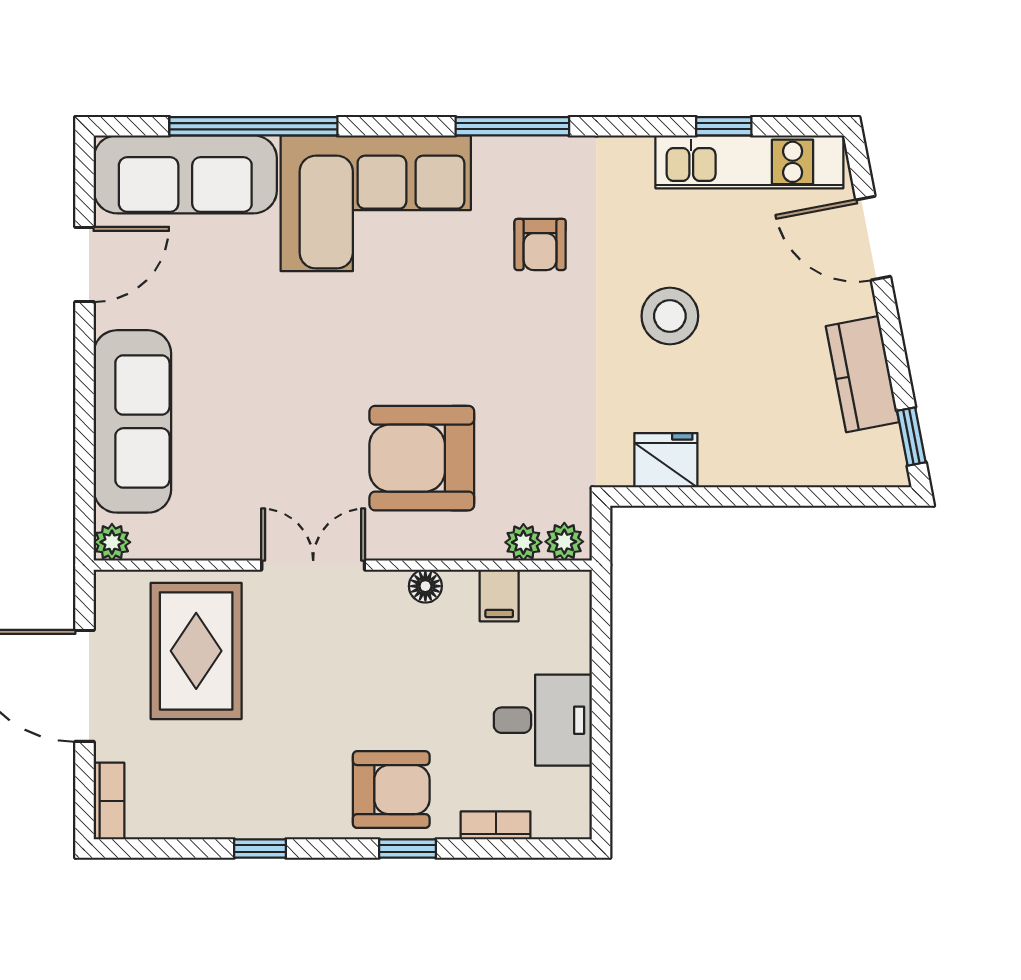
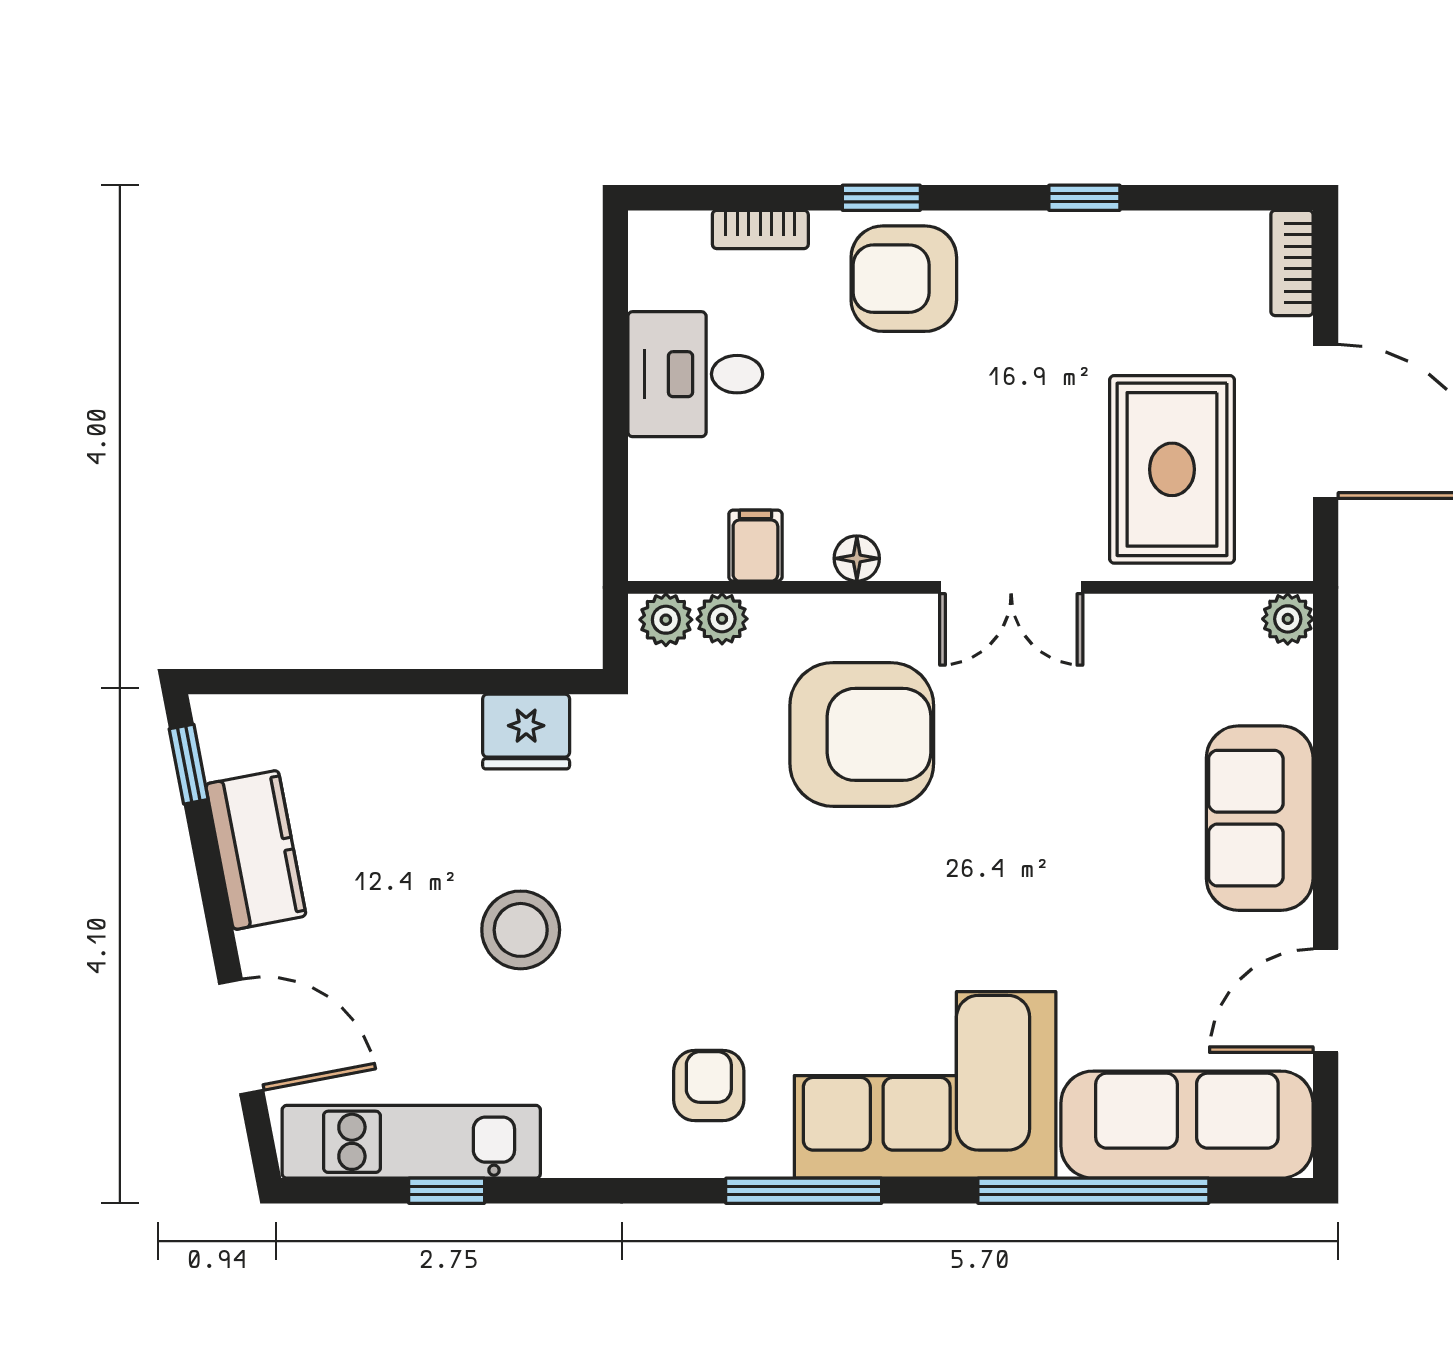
window: (512, 126) -> (804, 1191), moved
armchair: (540, 244) -> (709, 1085), moved
sofa: (132, 421) -> (1260, 818), width x0.73

